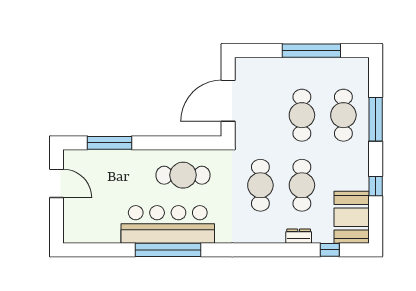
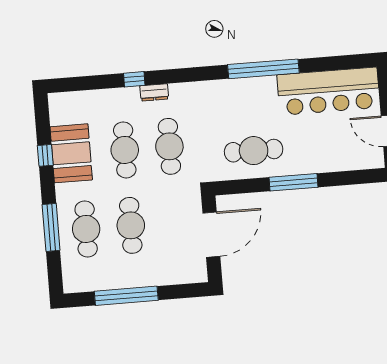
window: (110, 143) -> (294, 182), moved
booth: (352, 217) -> (71, 153), moved
bar counter: (168, 224) -> (328, 91), moved
dresser: (299, 236) -> (154, 92), moved
window: (330, 250) -> (134, 79), moved

